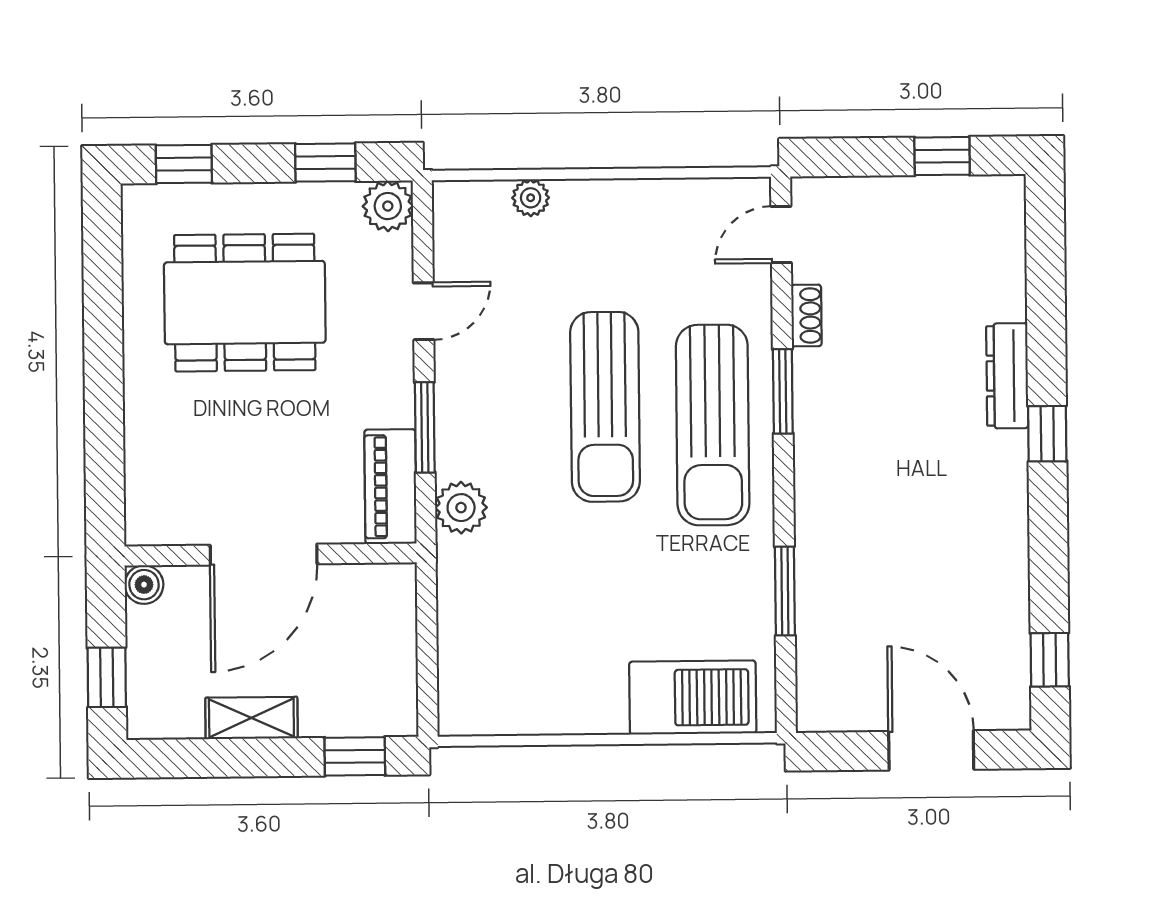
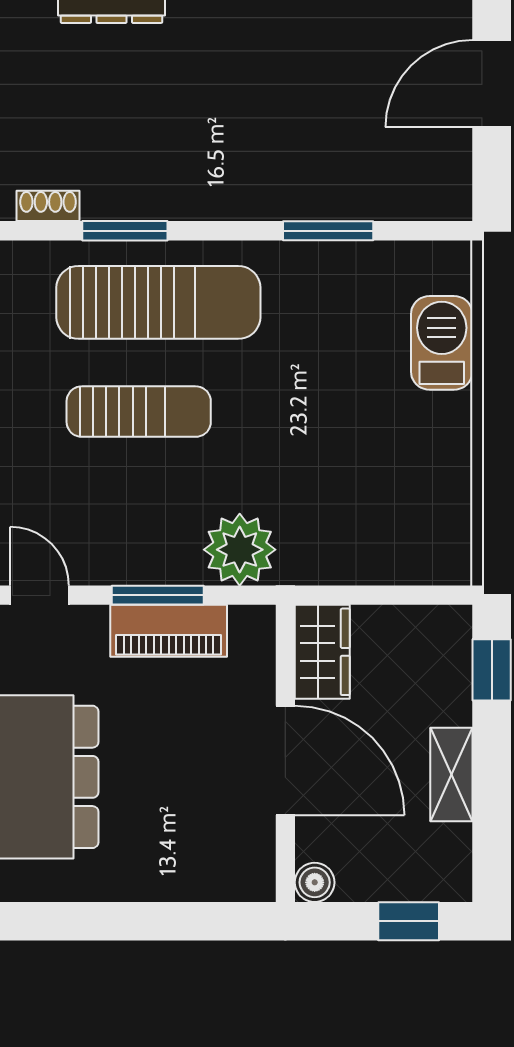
sun lounger: (605, 407) -> (139, 412), width x0.73, depth x0.75
piano: (390, 487) -> (169, 631), moved
plant: (461, 508) -> (240, 550), width x1.36, depth x1.36
wardrobe: (371, 590) -> (322, 652), added
barbecue: (693, 698) -> (442, 343), width x0.73, depth x0.83

